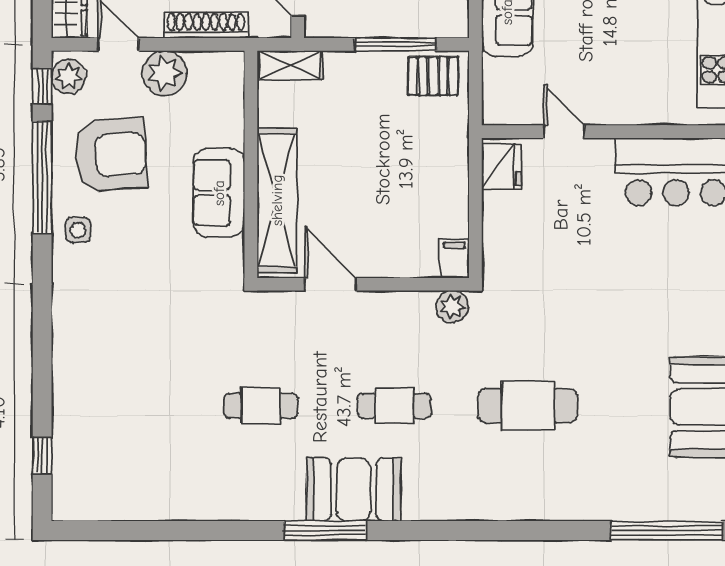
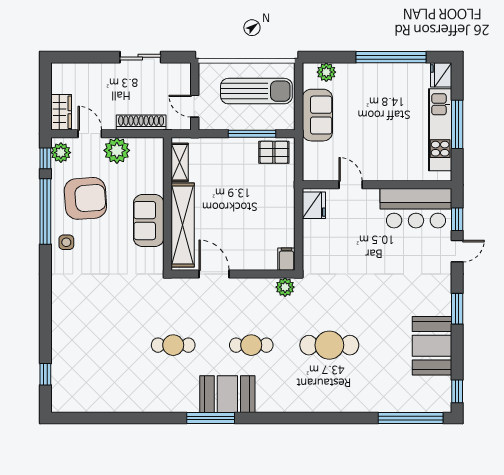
shelving: (290, 65) -> (180, 162), moved, turned 90

